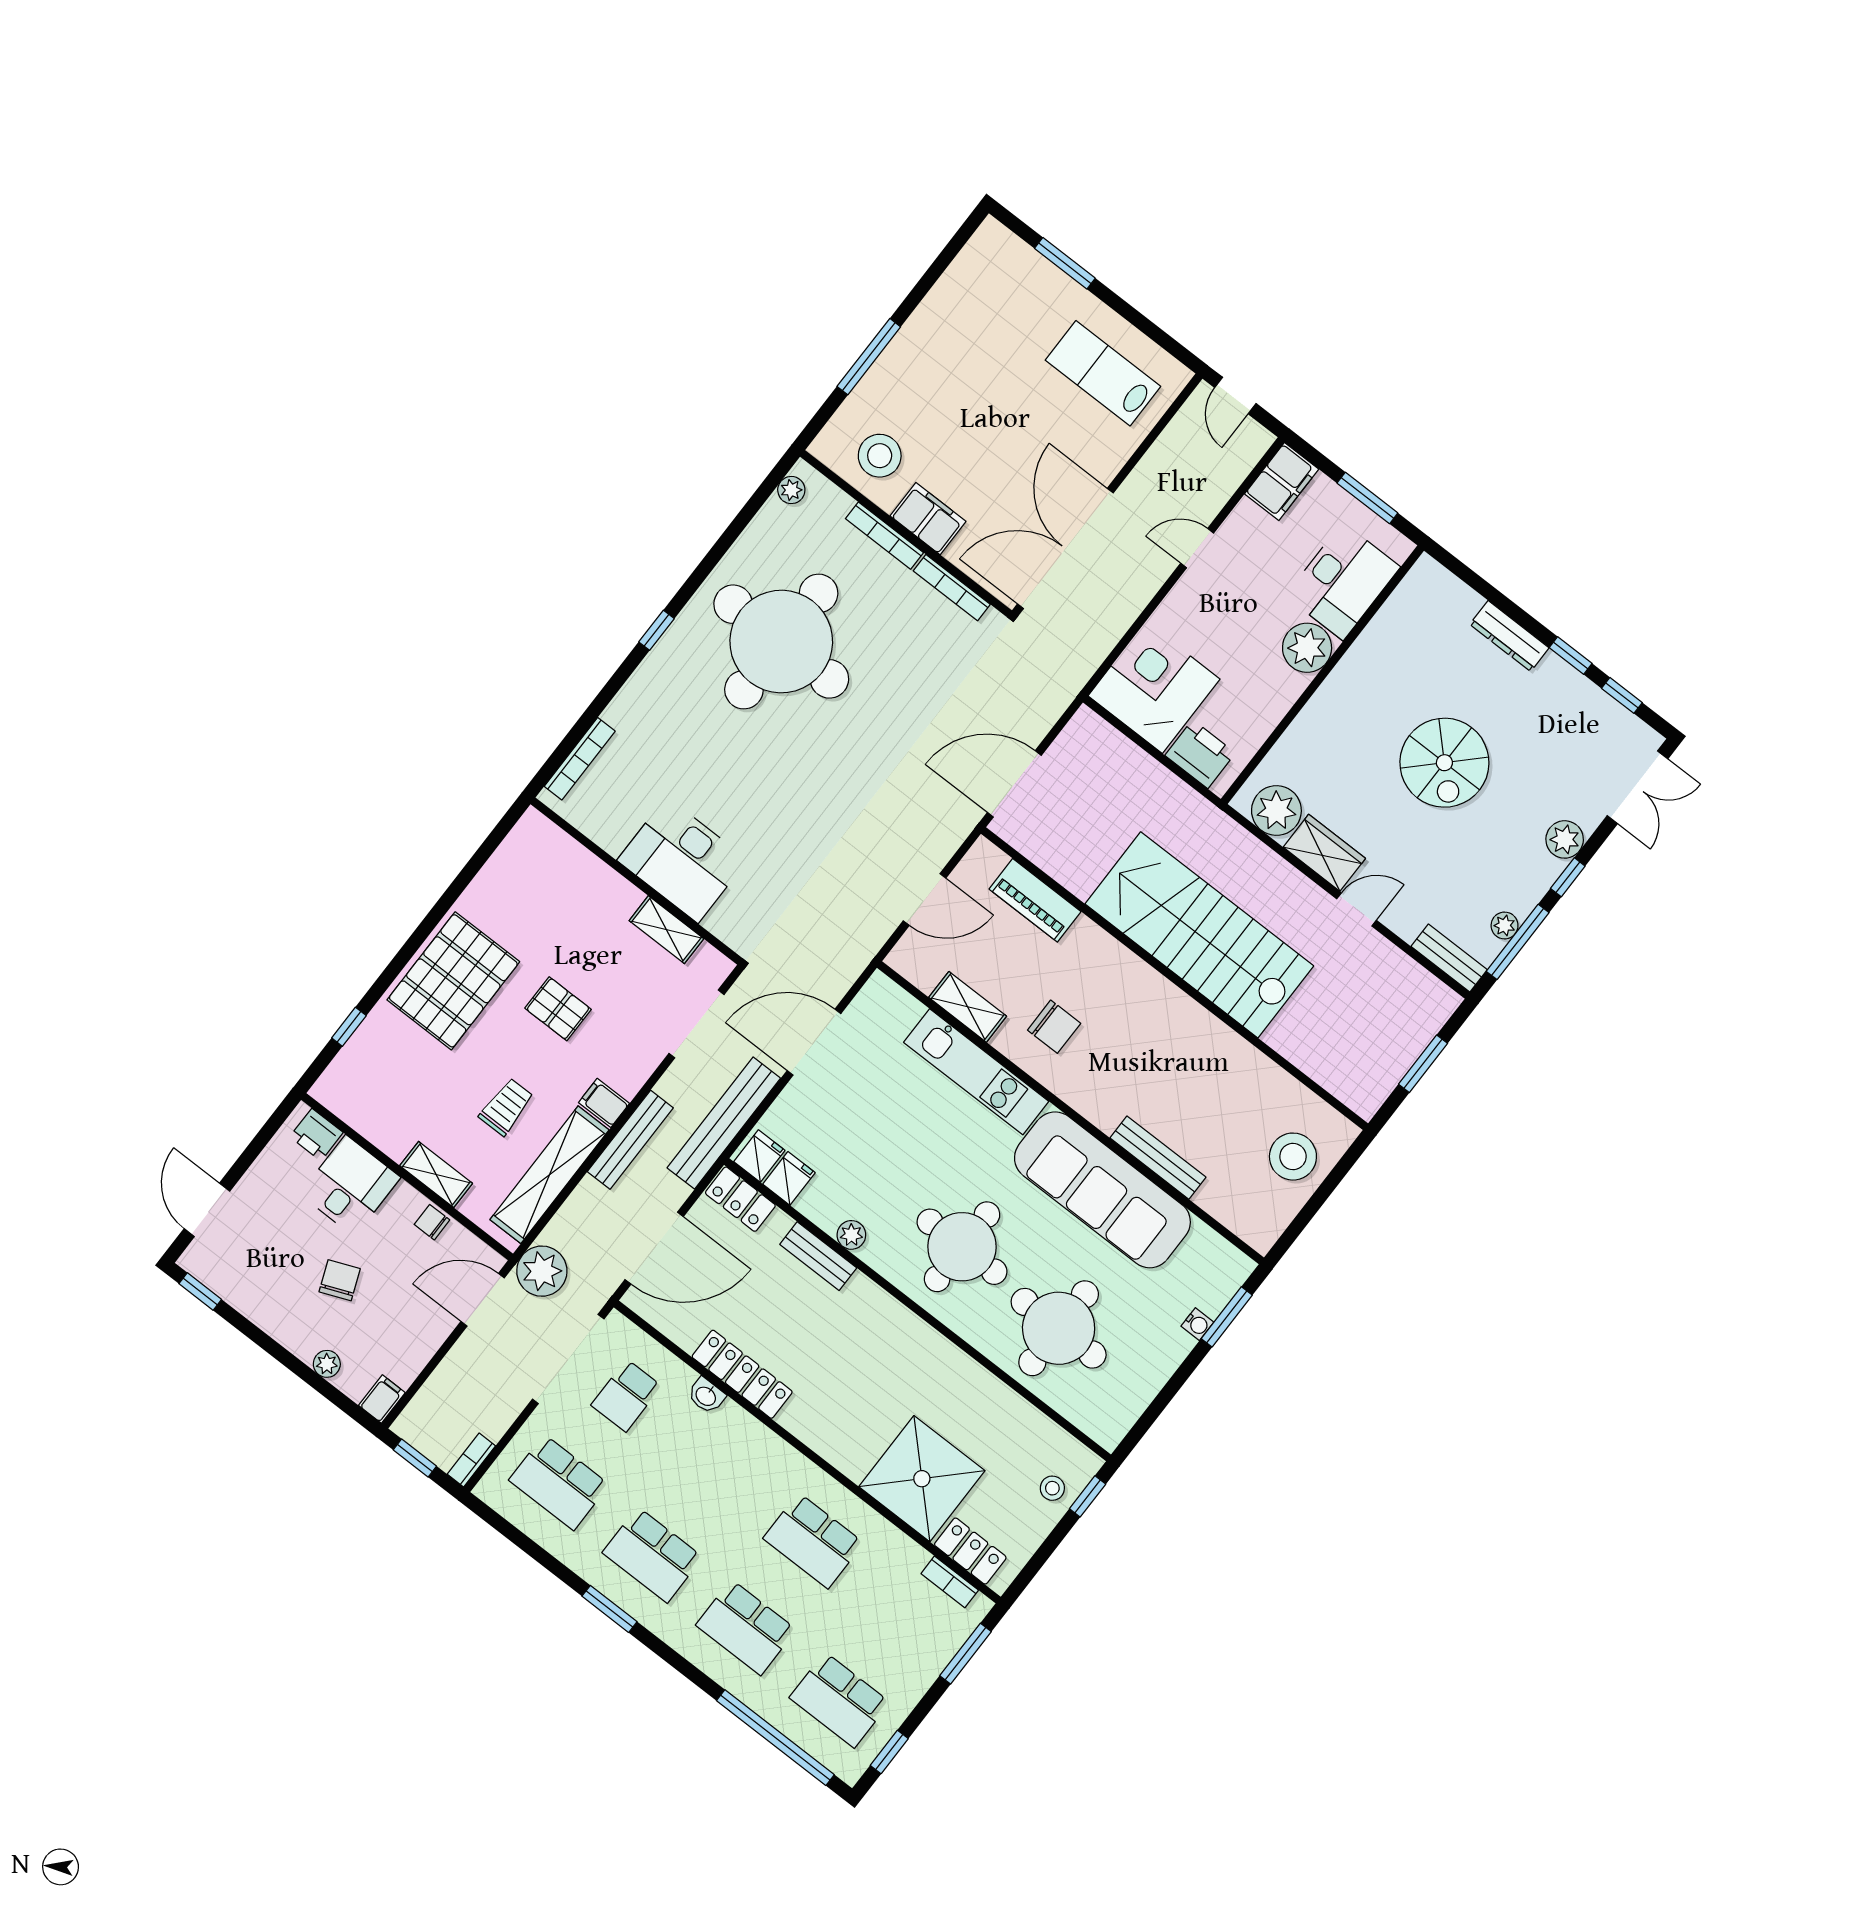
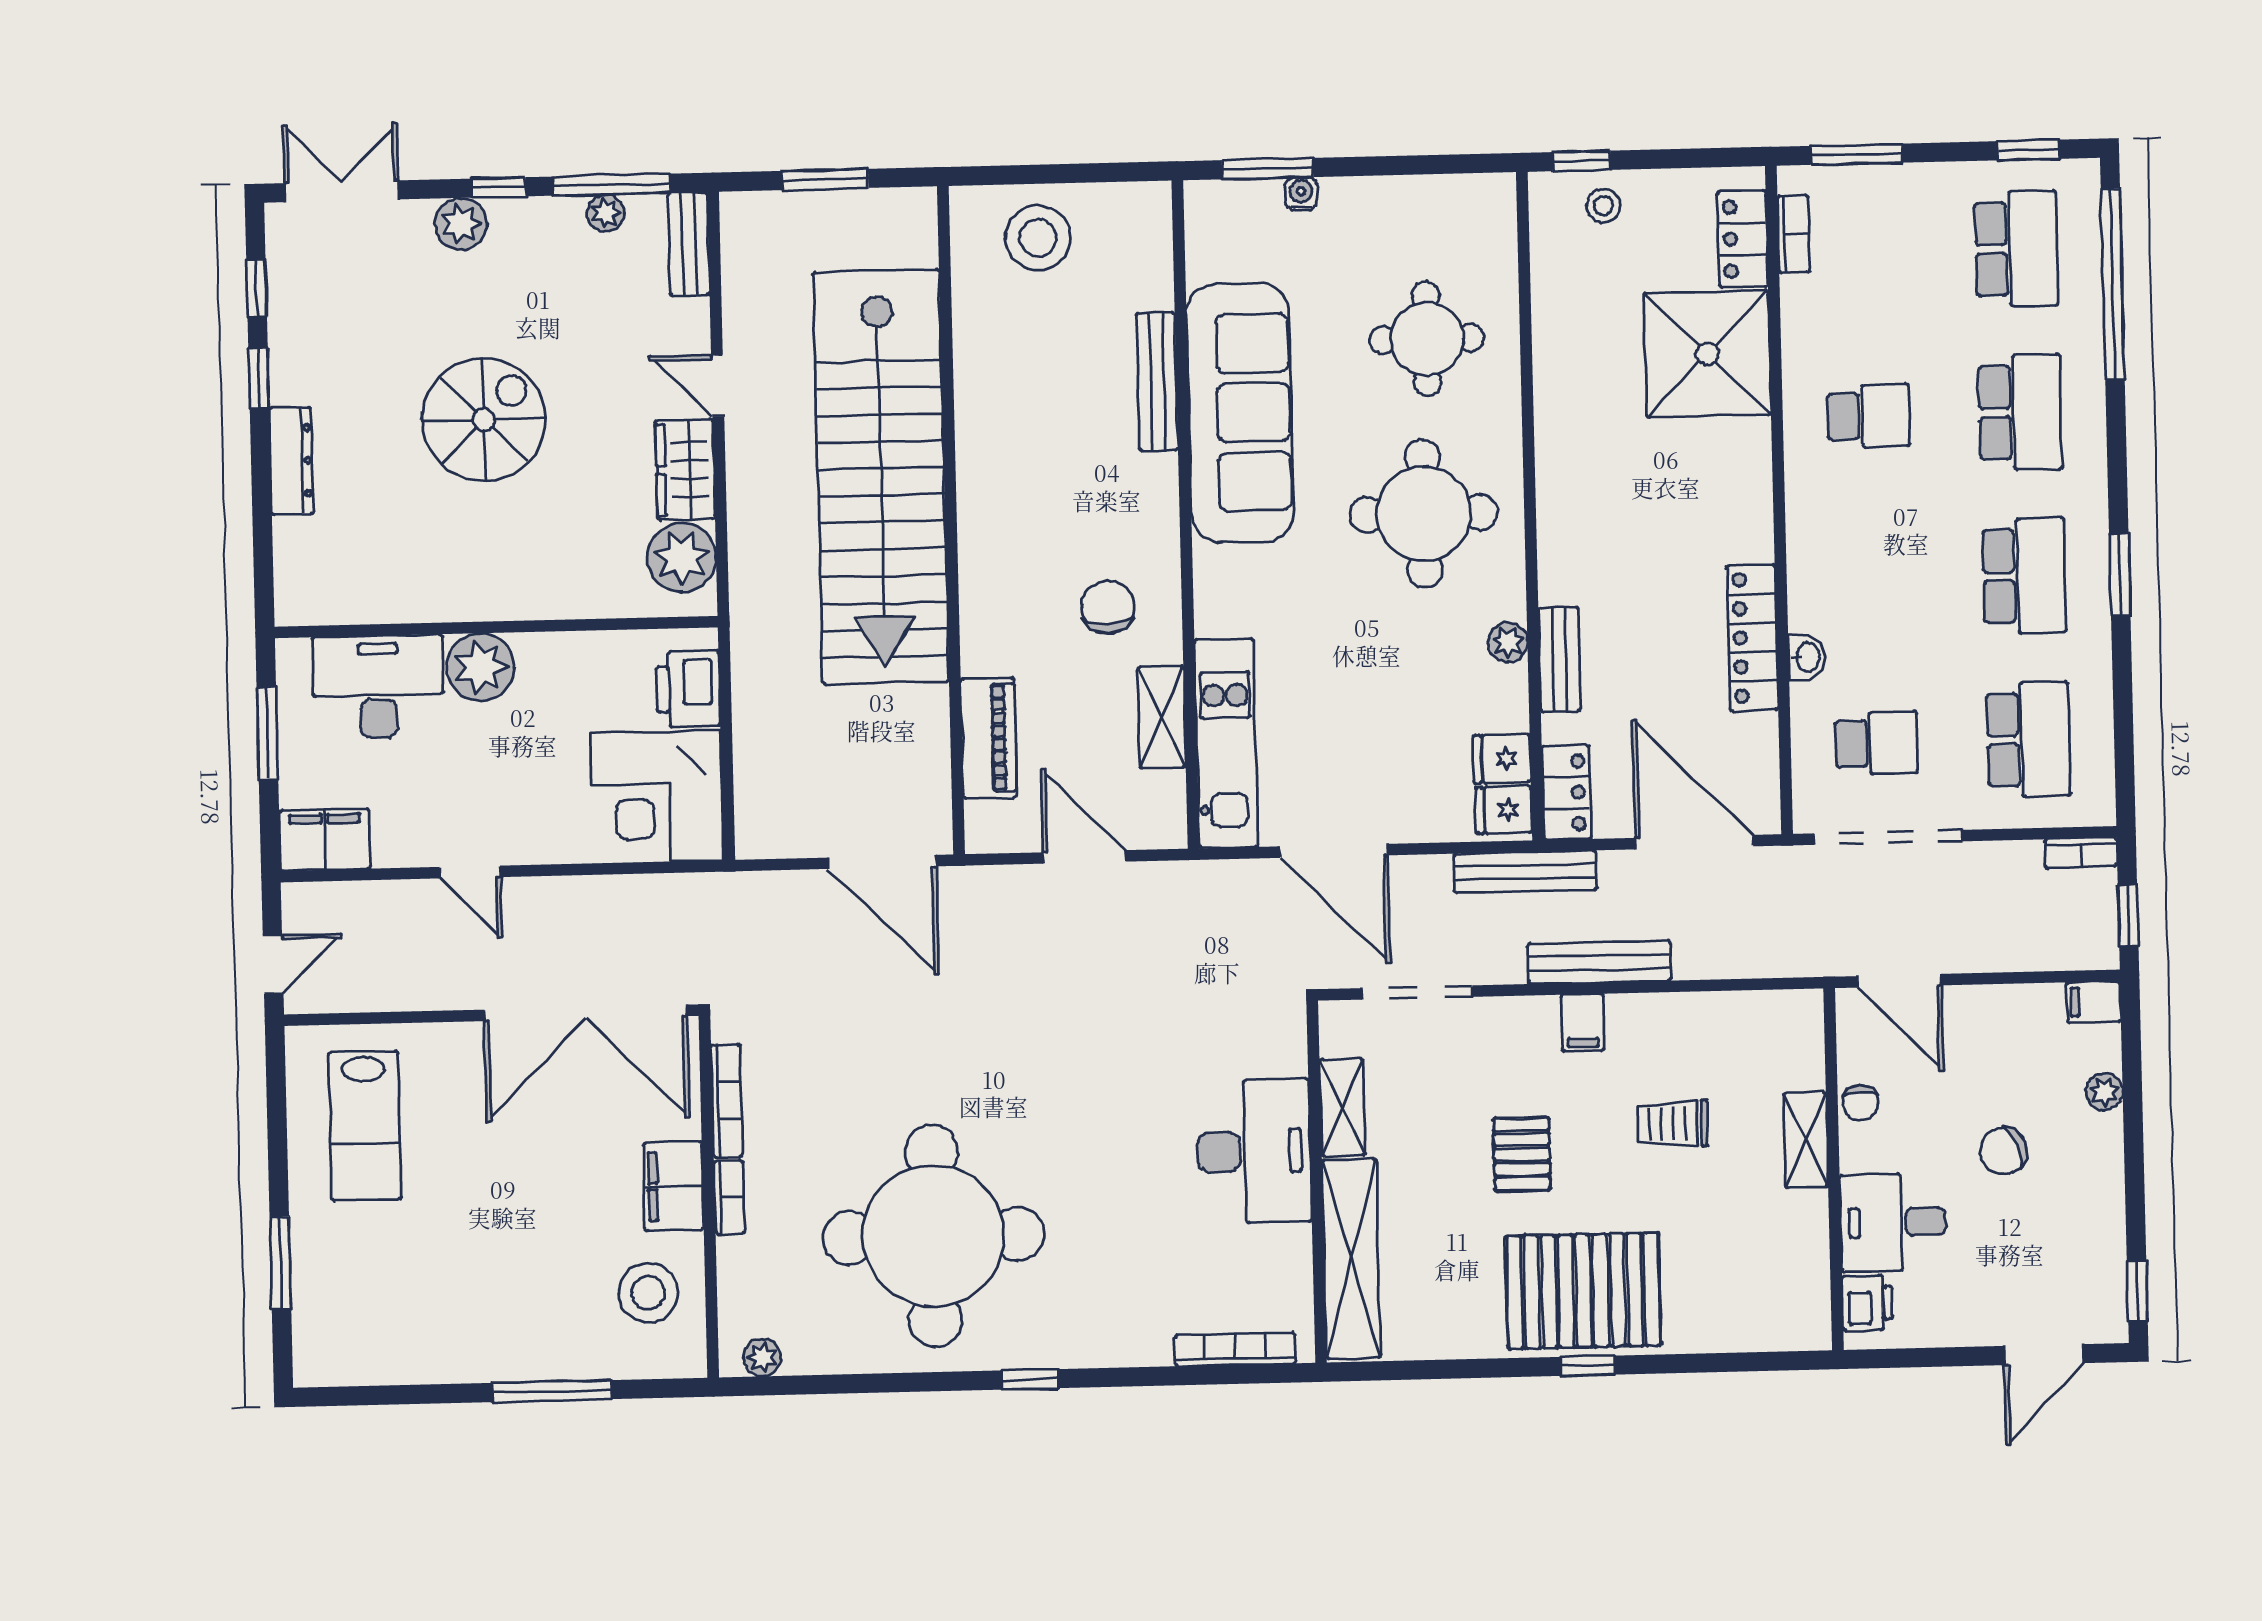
bookcase: (885, 536) -> (729, 1197), width x0.64
stairs: (1199, 935) -> (881, 477), width x1.36
window: (349, 1027) -> (1588, 1366), moved
kitchen unit: (976, 1072) -> (1226, 743), moved
bench: (724, 1123) -> (1525, 872), width x0.73, depth x0.82
shelving: (550, 1175) -> (1351, 1259), moved, turned 90
plant: (542, 1271) -> (1817, 942), removed
round table: (1059, 1328) -> (1427, 339), width x0.73, depth x0.73
school desk: (813, 1541) -> (1869, 416), width x0.54

